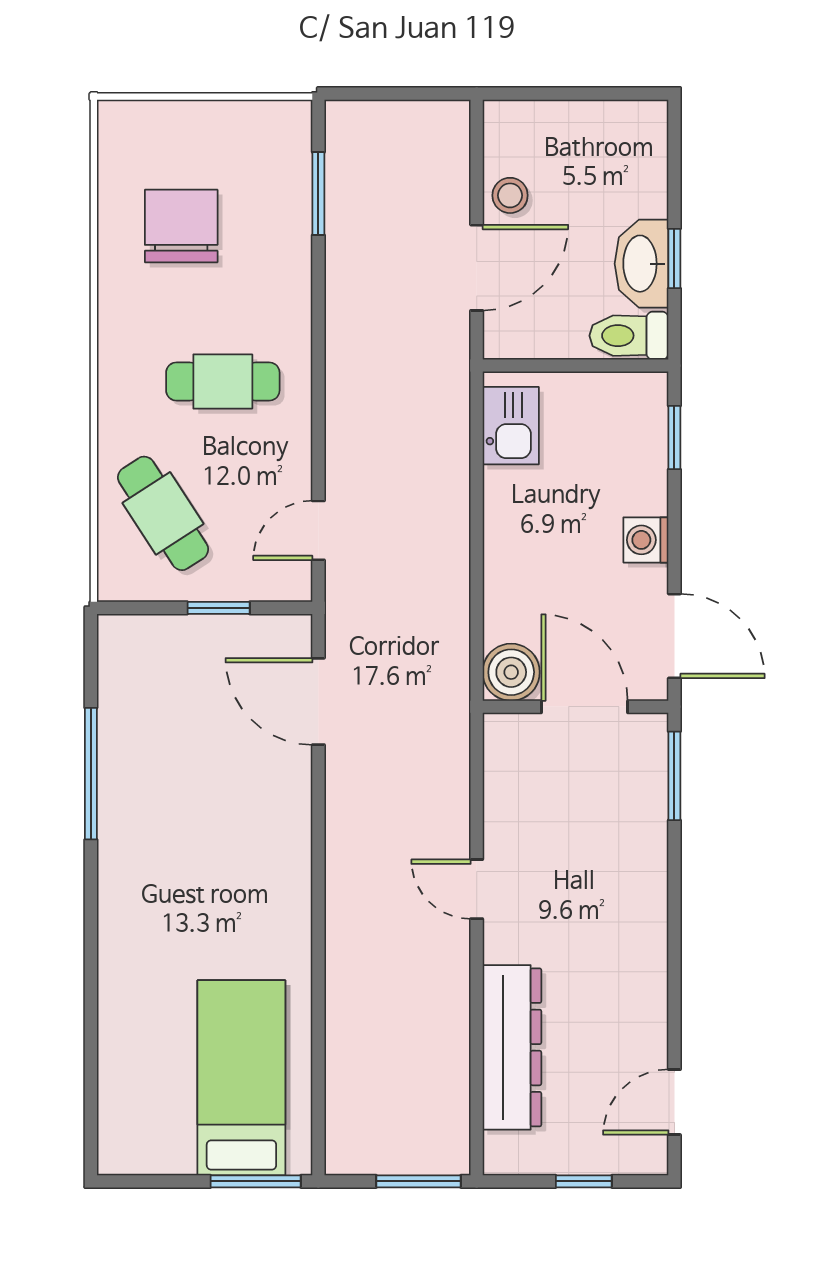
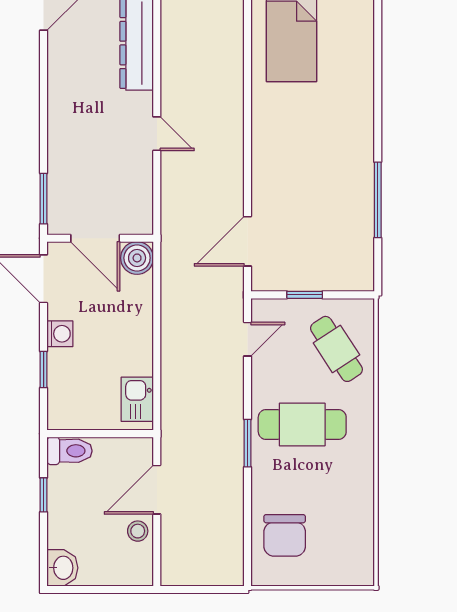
window: (318, 194) -> (247, 443), moved
chair: (181, 226) -> (285, 535), moved
washbasin: (642, 264) -> (62, 568), moved, width x0.72
cafe table: (223, 382) -> (302, 424), width x1.37, depth x1.35
window: (674, 438) -> (44, 370), moved
door: (318, 701) -> (247, 241), swing flipped

